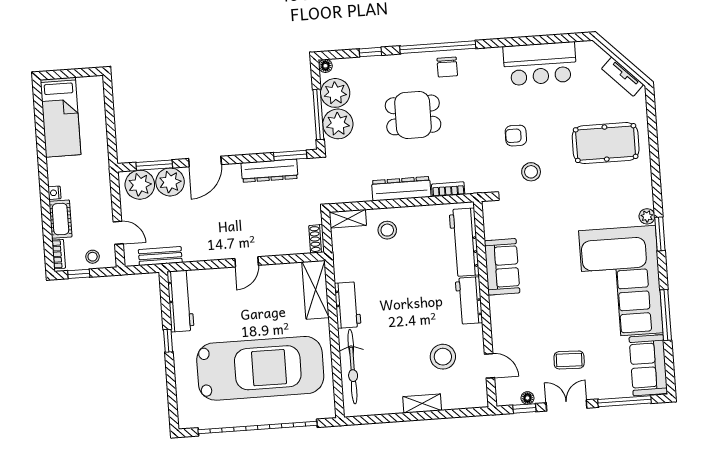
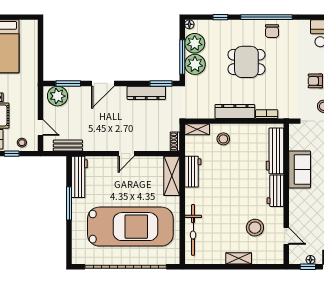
plant: (170, 182) -> (78, 96), removed
workbench: (348, 305) -> (193, 172), moved
window: (168, 341) -> (69, 203), width x2.17

